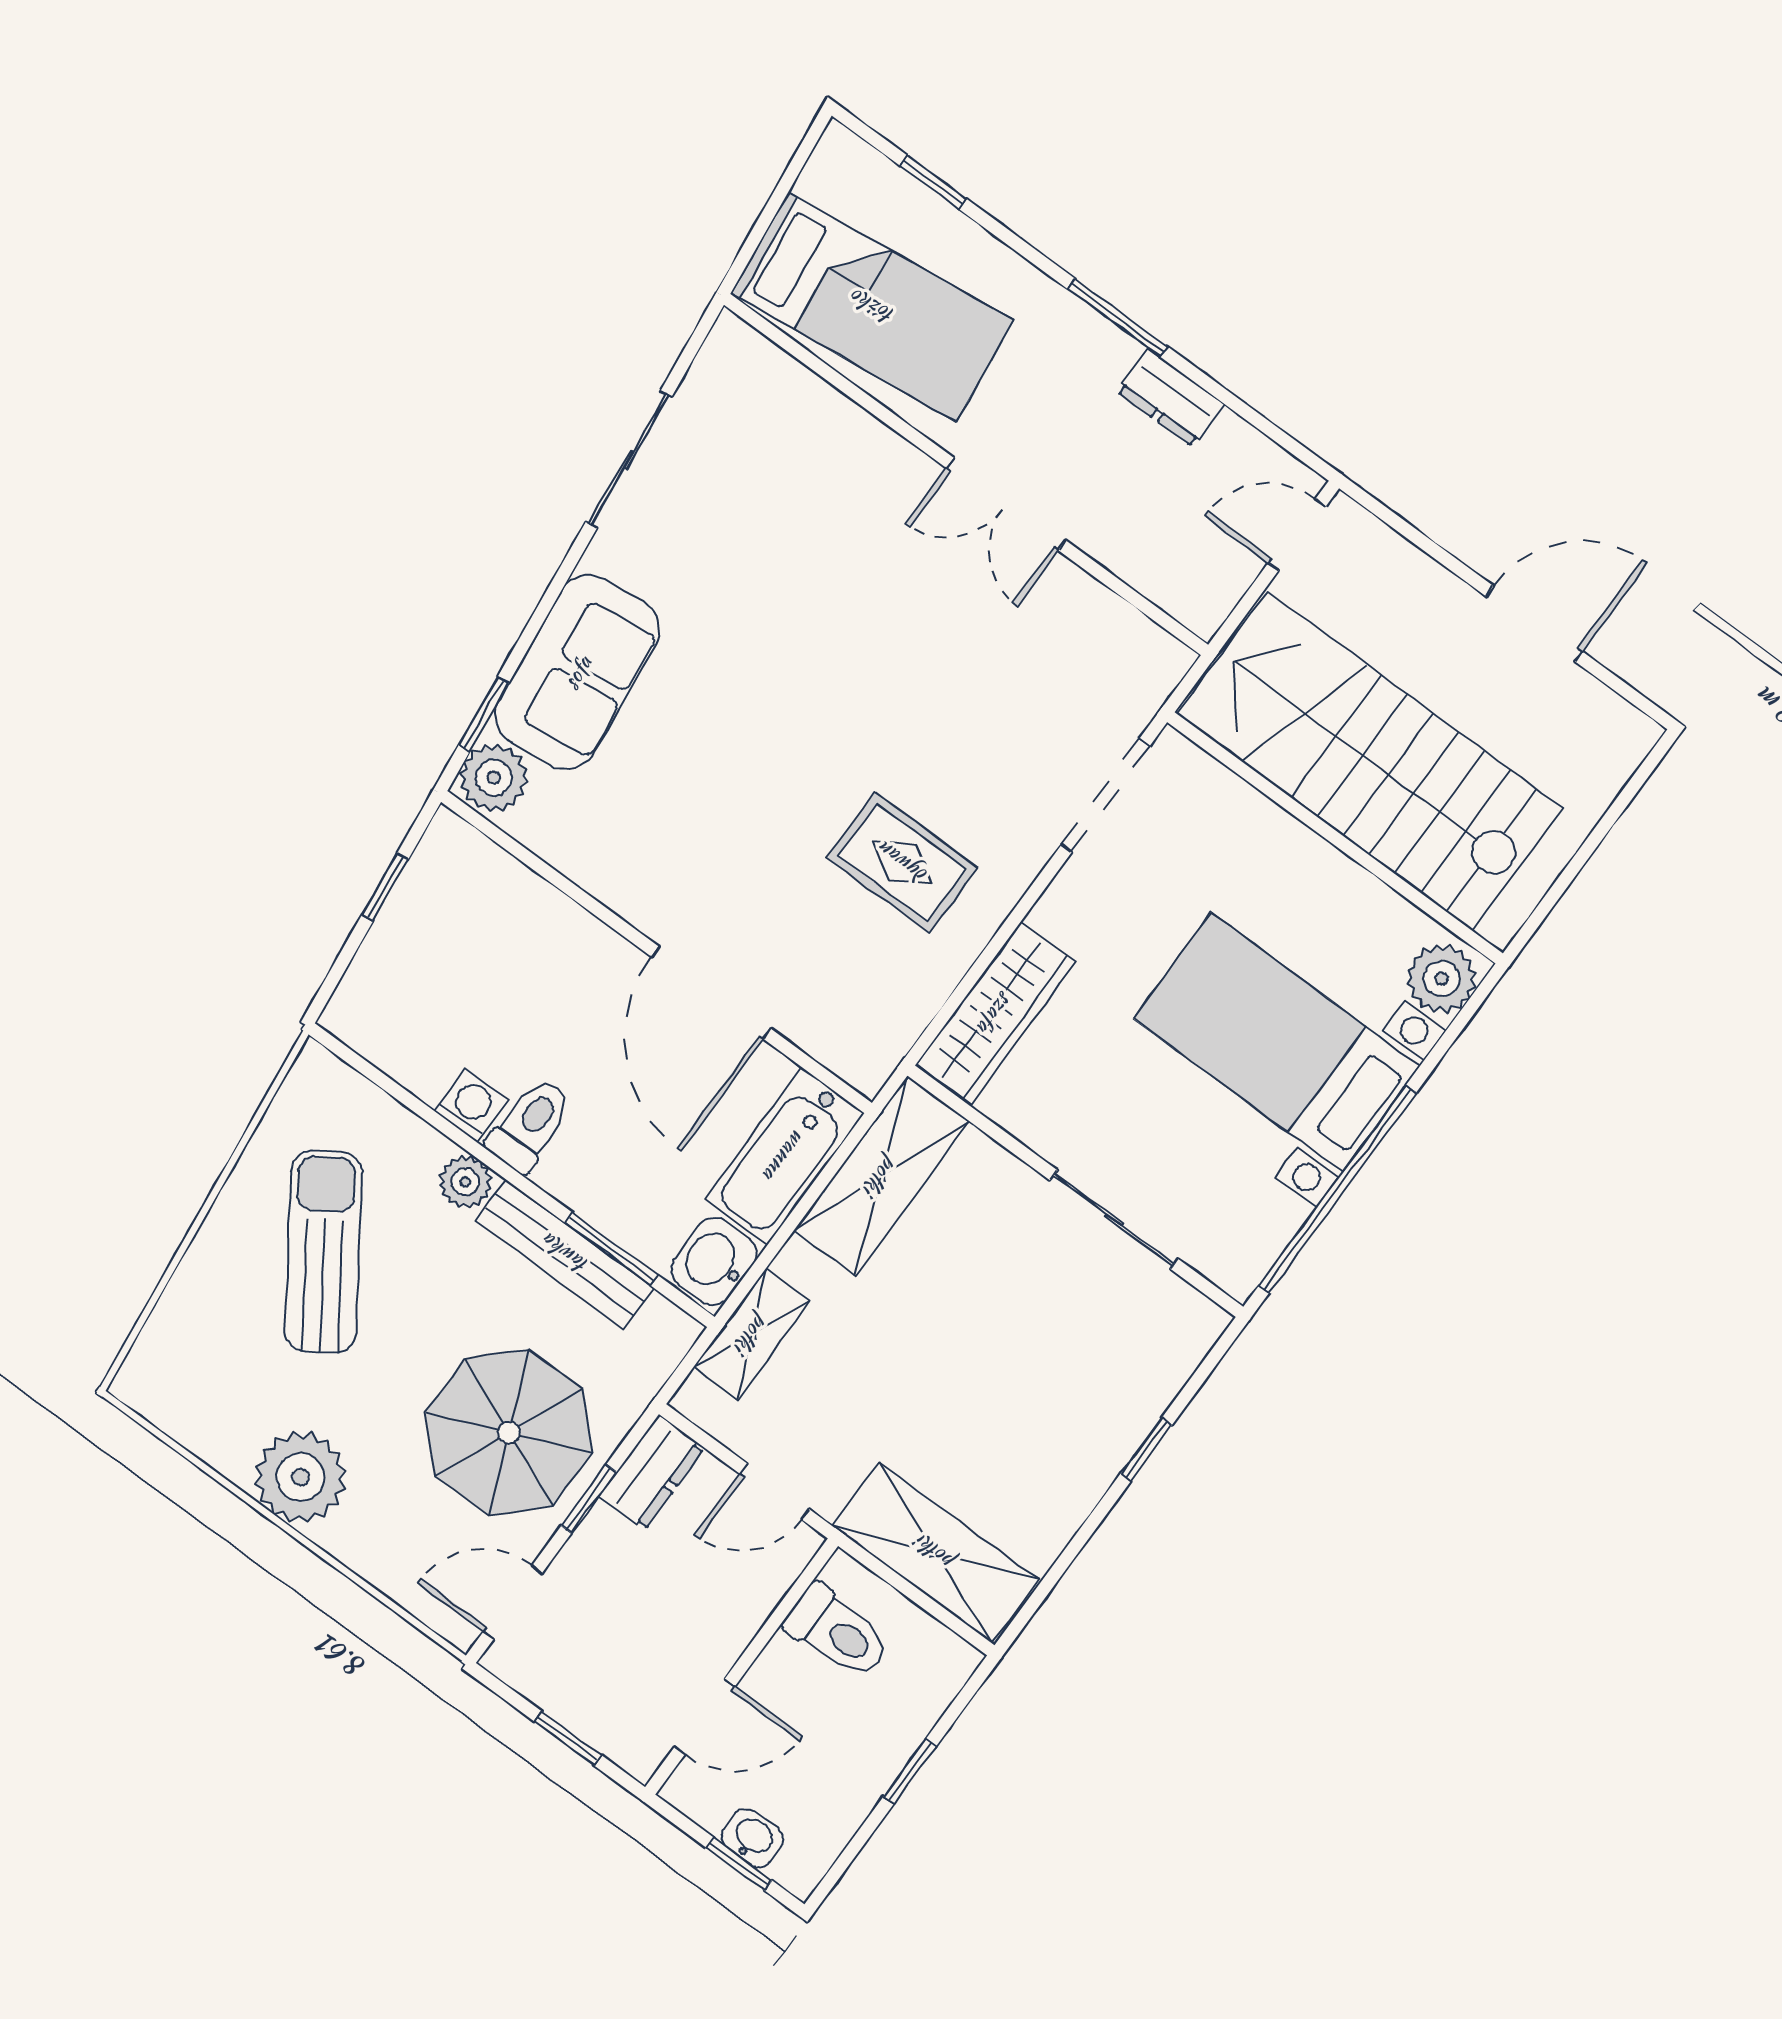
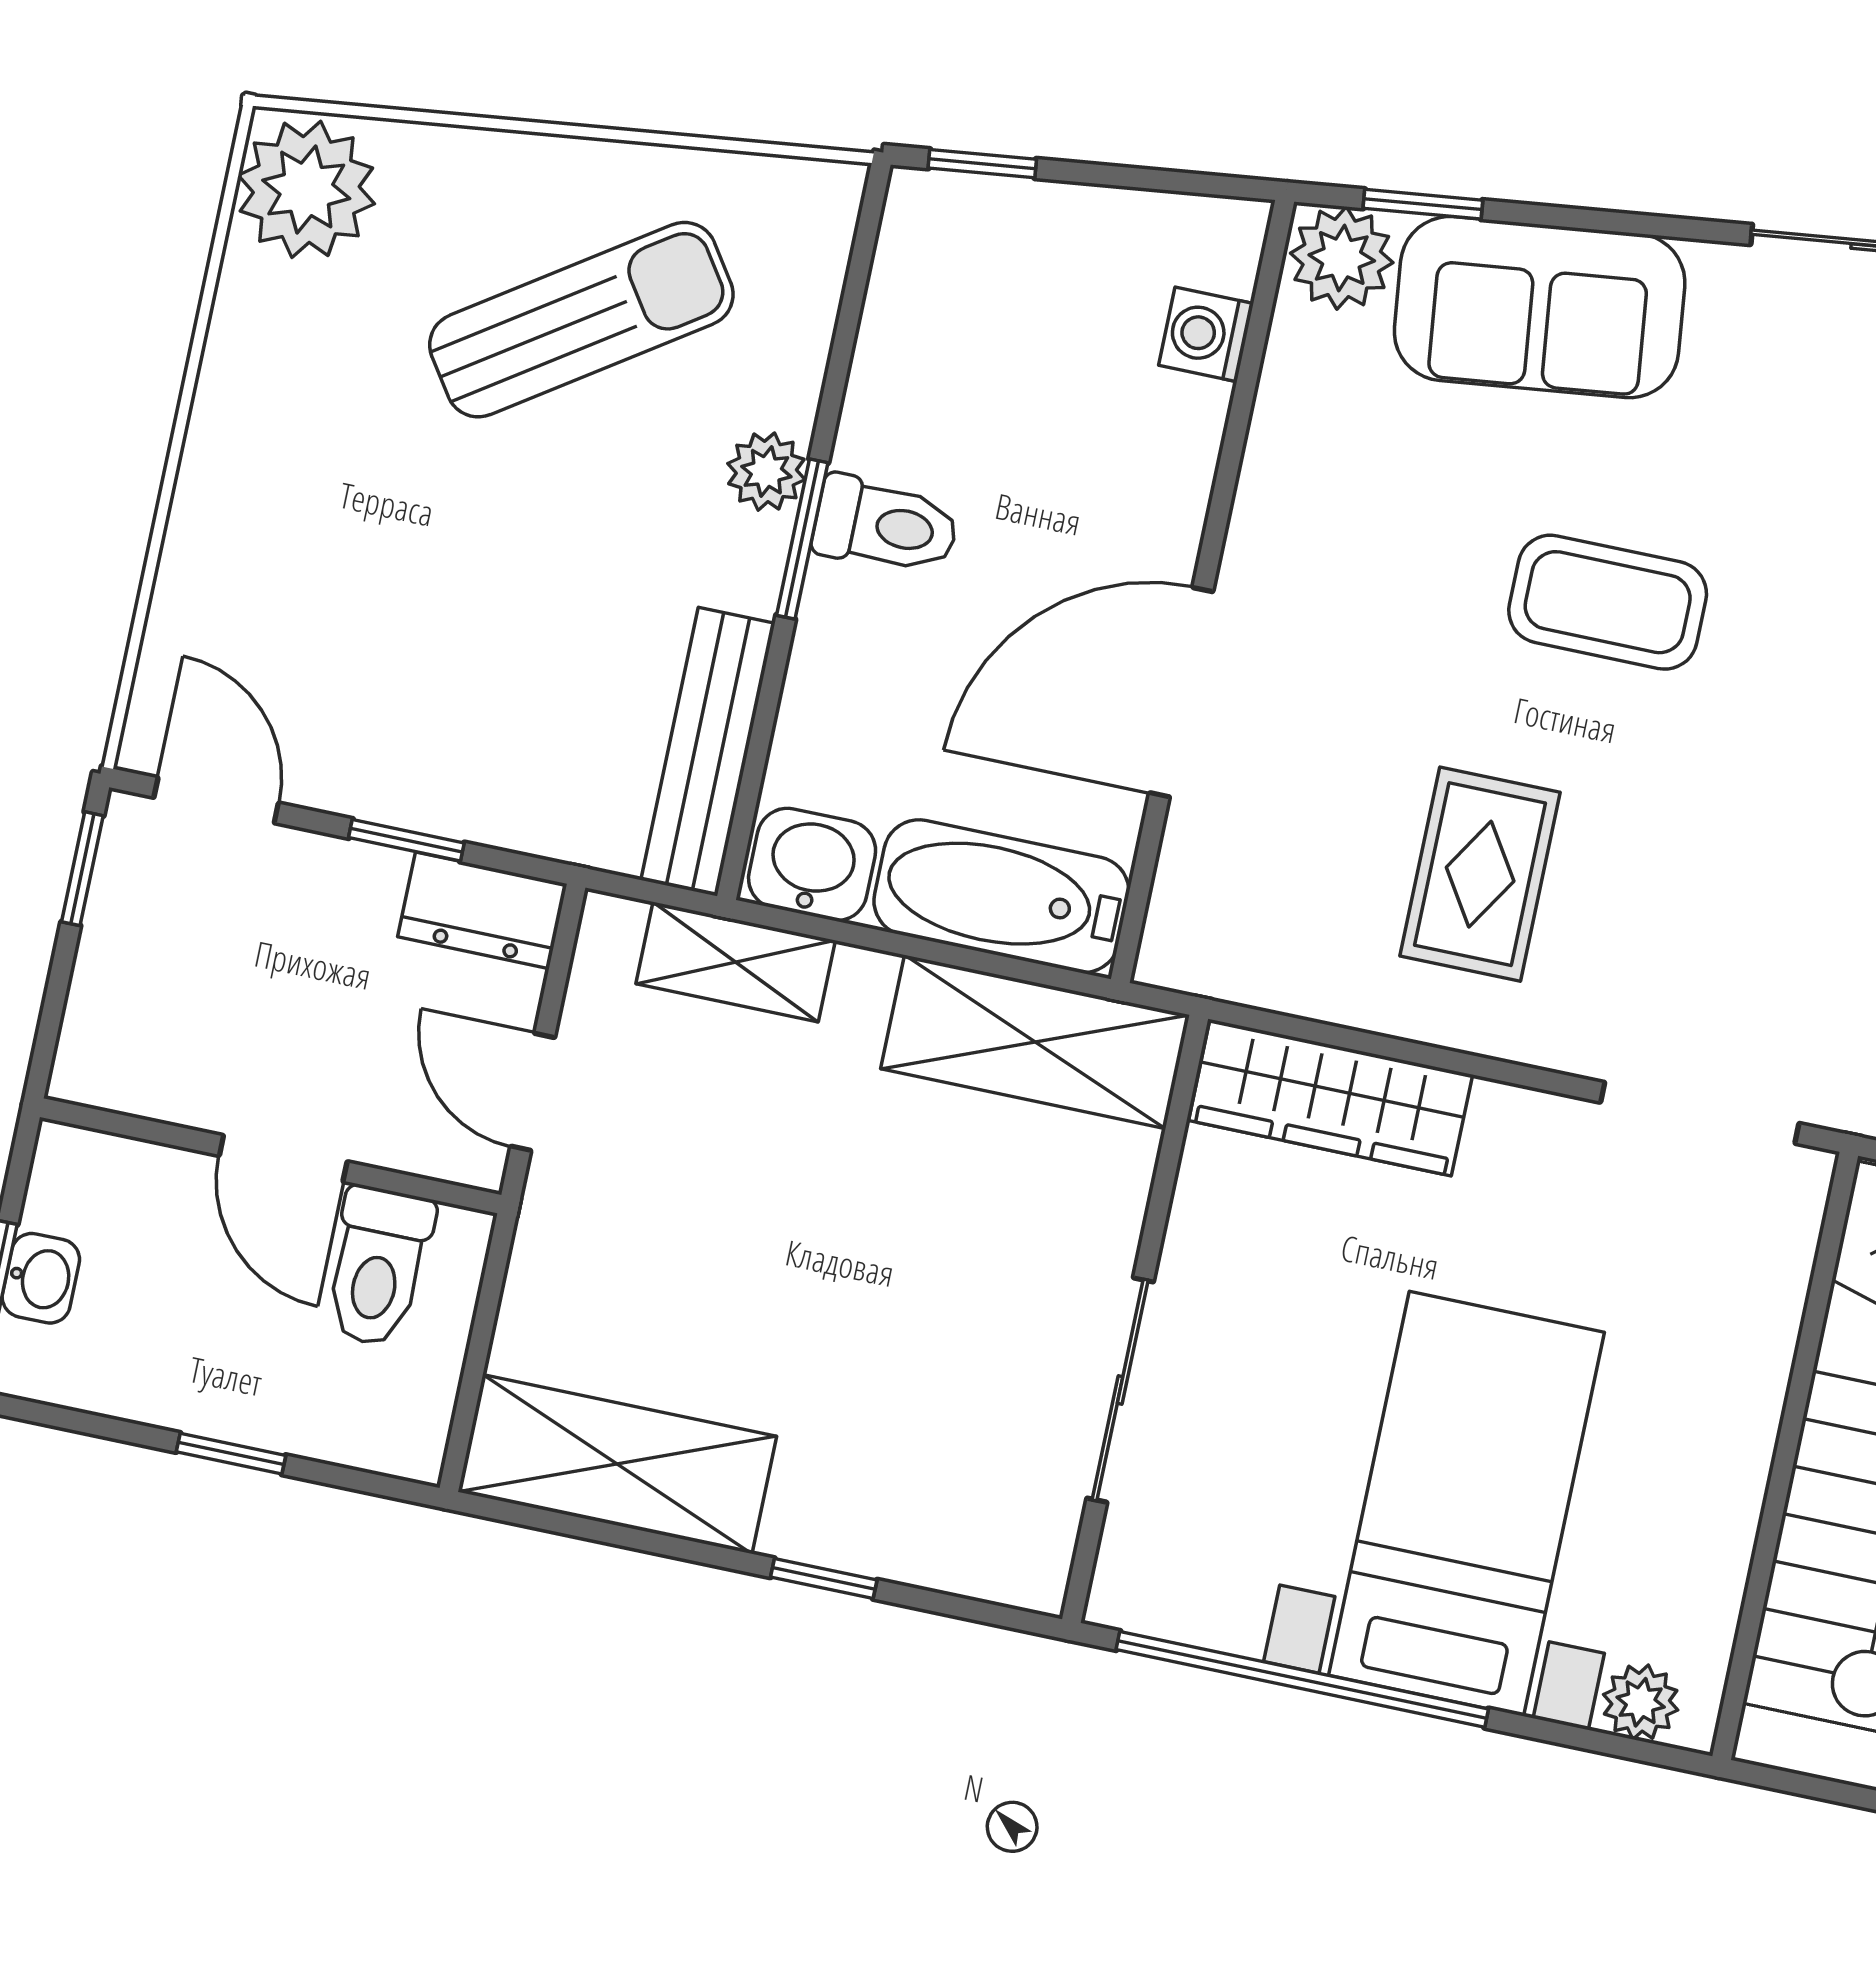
coffee table: (773, 712) -> (1608, 602), added
window: (385, 887) -> (982, 164), moved
plant: (1442, 979) -> (1641, 1702), width x0.73, depth x0.73
washing machine: (471, 1105) -> (1206, 334), moved, turned 180
window: (612, 1249) -> (802, 539), moved
bench: (565, 1254) -> (708, 752), moved
parasol: (509, 1433) -> (448, 688), removed
plant: (301, 1477) -> (306, 189), moved
shelving: (935, 1553) -> (617, 1464), moved, turned 90
door: (705, 1717) -> (283, 1159), moved
window: (568, 1738) -> (82, 869), moved

